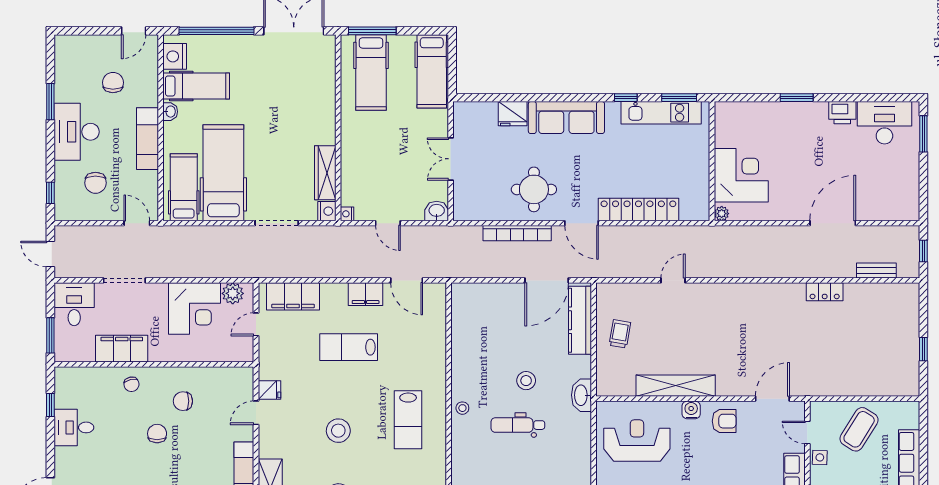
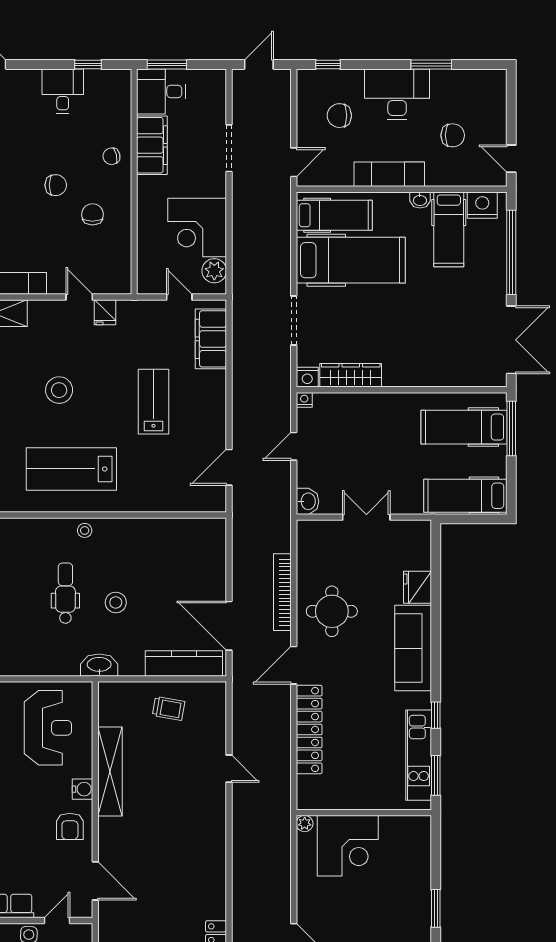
filing cabinet: (366, 294) -> (214, 421), removed
desk: (74, 304) -> (161, 91), moved, turned 180
lab bench: (408, 420) -> (71, 469), width x1.36, depth x1.39

